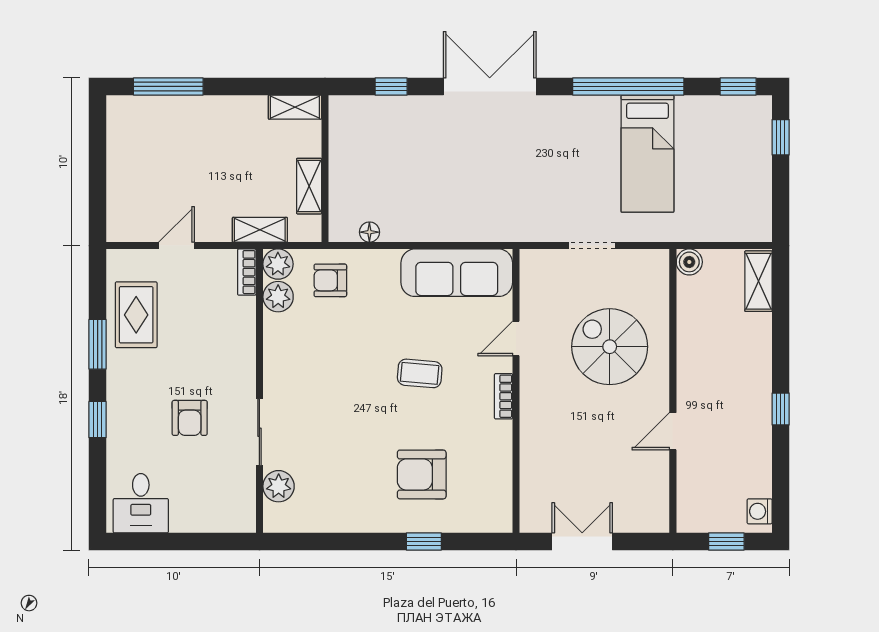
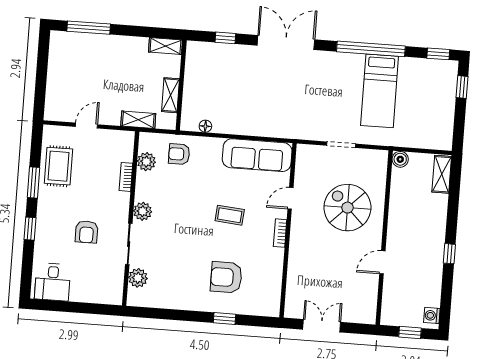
plant: (278, 264) -> (143, 211), moved
bookcase: (247, 272) -> (126, 177), moved

